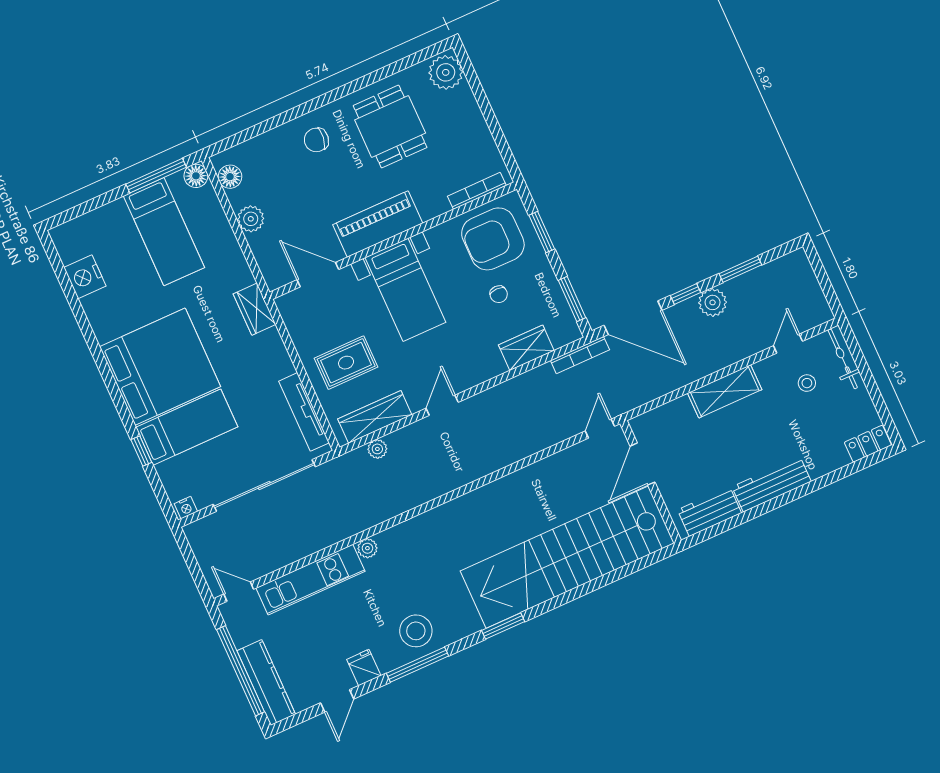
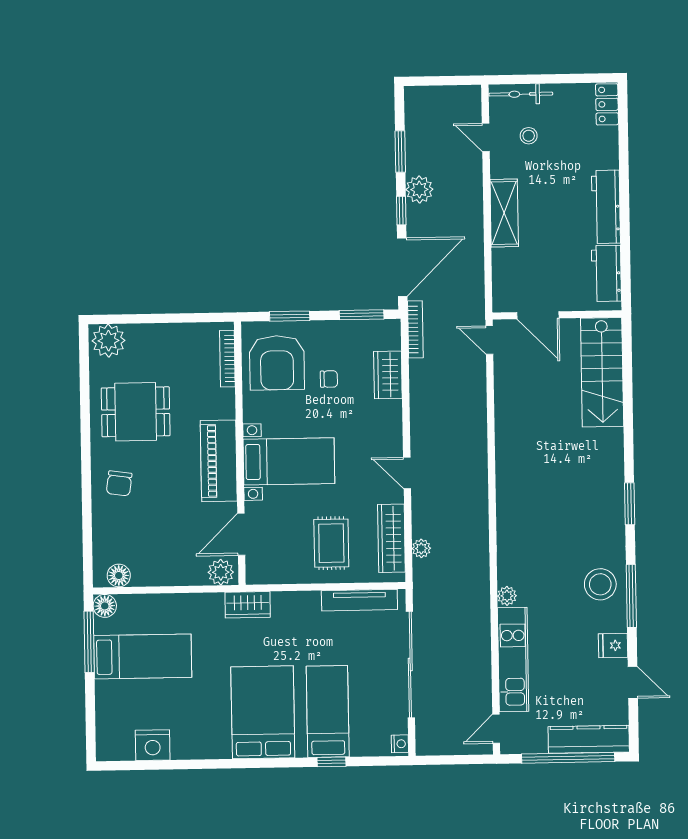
plant: (251, 219) -> (221, 572), moved
bed: (160, 367) -> (263, 712), width x0.73
stairs: (567, 557) -> (602, 372), width x0.54, depth x0.66

